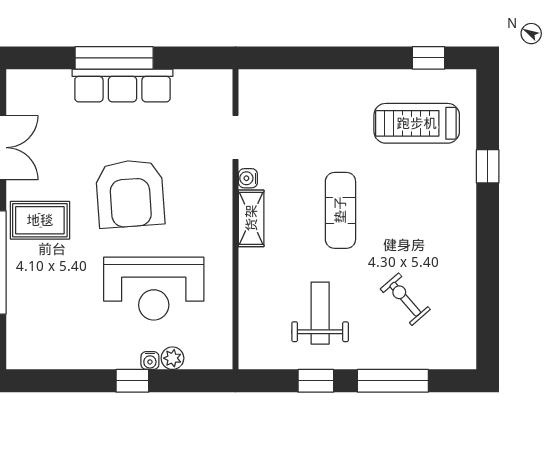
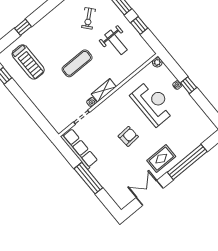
row of seats: (122, 86) -> (79, 149), moved
armchair: (130, 194) -> (128, 136), width x0.53, depth x0.53
rug: (40, 220) -> (161, 159), turned 90
weight bench: (320, 313) -> (116, 42), turned -90
plant: (172, 358) -> (157, 62), moved

